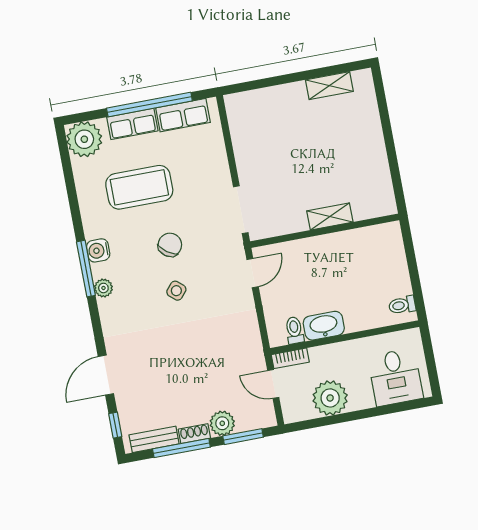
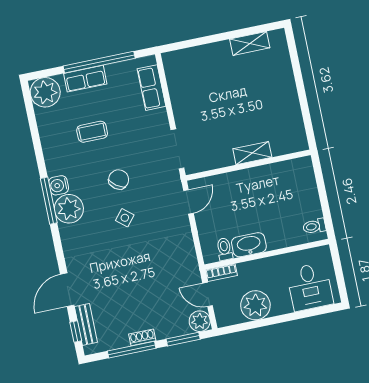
row of seats: (183, 115) -> (151, 88), moved, turned 90
coffee table: (139, 187) -> (92, 132), width x0.54, depth x0.58
plant: (103, 288) -> (69, 209), width x1.88, depth x1.88
plant: (222, 423) -> (200, 321), moved
bench: (154, 439) -> (86, 324), moved, turned 90

